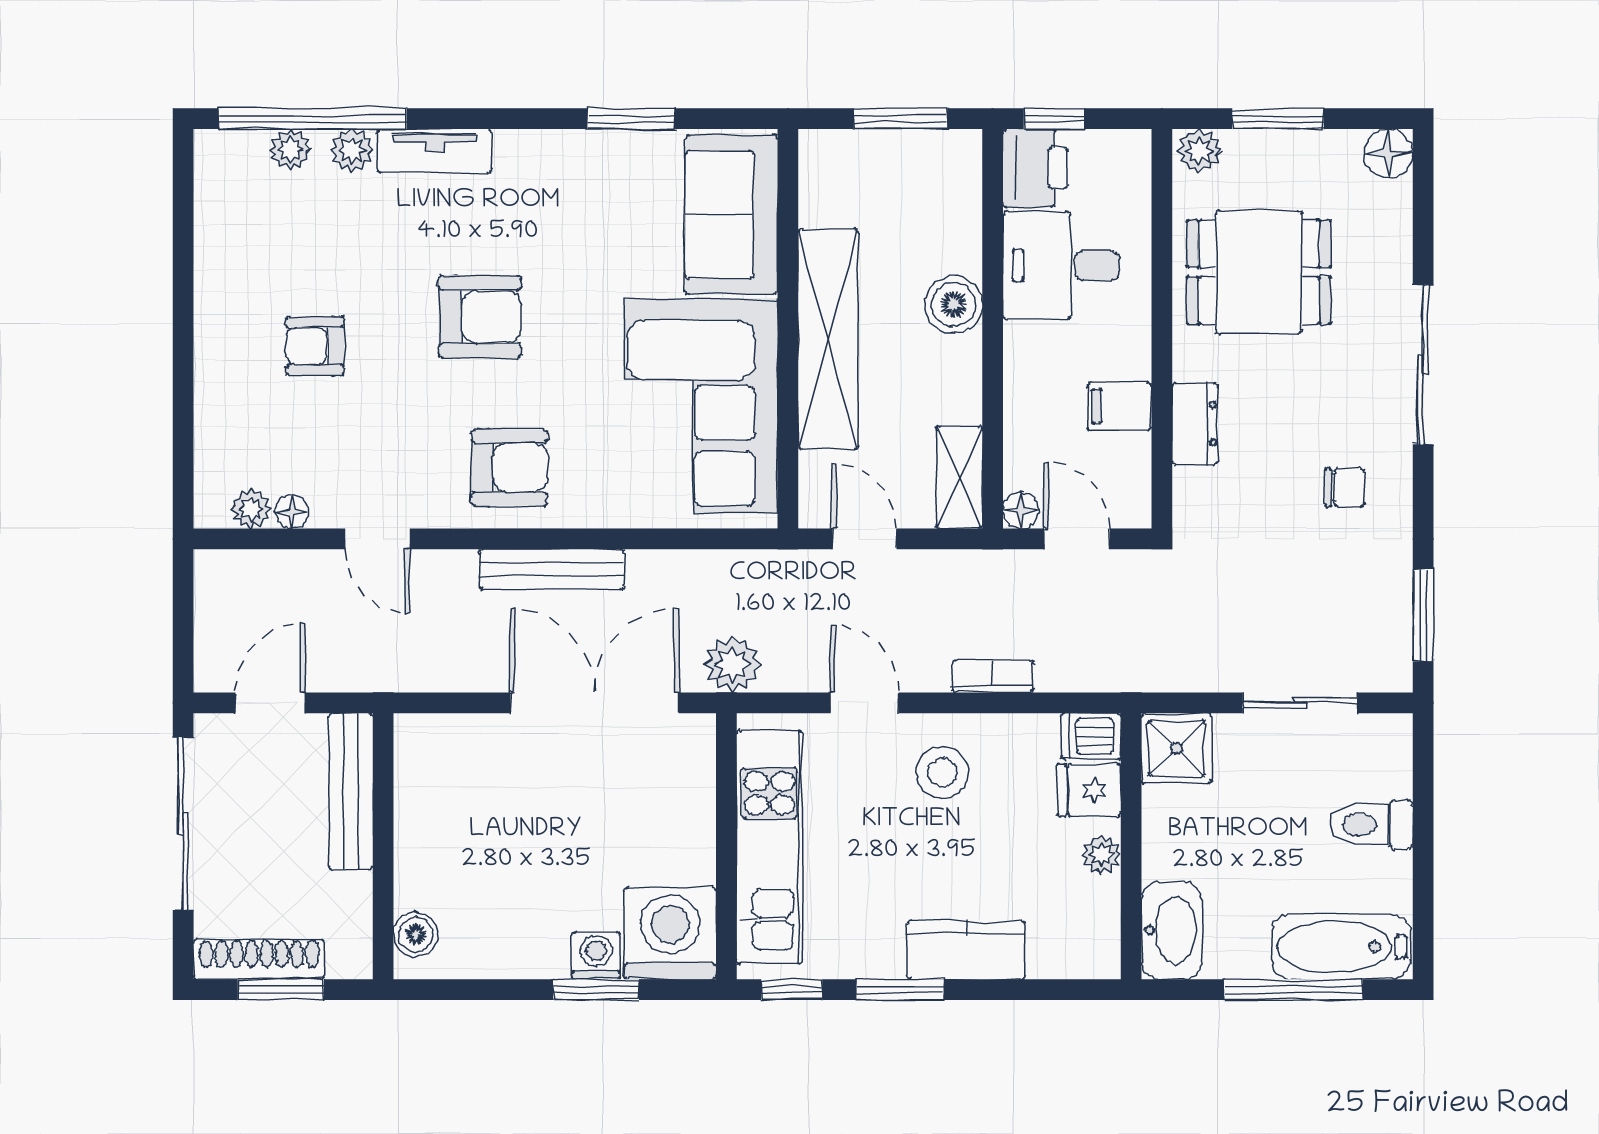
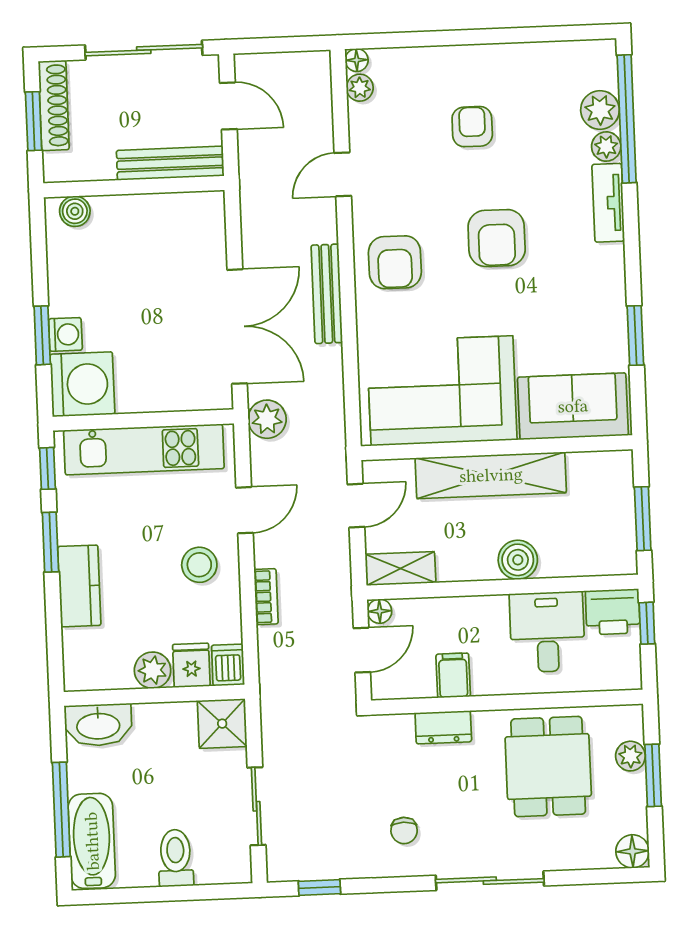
plant: (290, 150) -> (600, 110), width x1.38, depth x1.38
plant: (1199, 151) -> (630, 756), moved
floor lamp: (292, 512) -> (357, 60), moved
window: (1423, 615) -> (319, 888), width x0.67
plant: (1101, 855) -> (153, 670), width x1.38, depth x1.38

